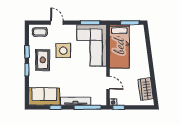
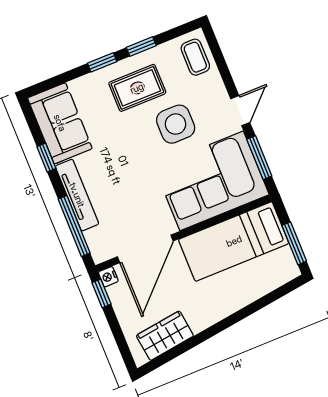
door: (57, 23) -> (240, 111), moved
door: (108, 83) -> (145, 249), width x1.88

